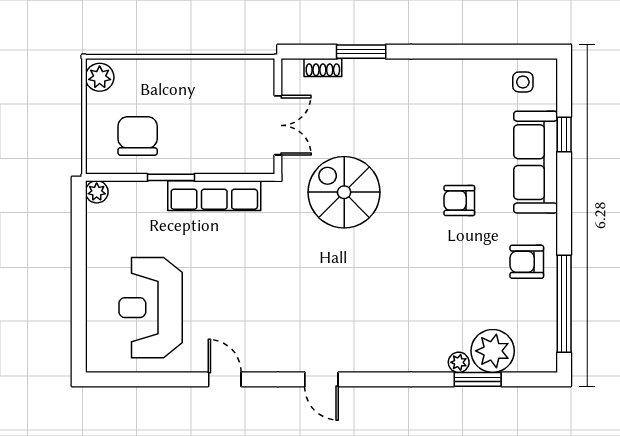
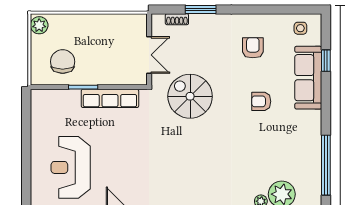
plant: (97, 192) -> (37, 96), removed
armchair: (527, 262) -> (253, 48), moved, turned 90

